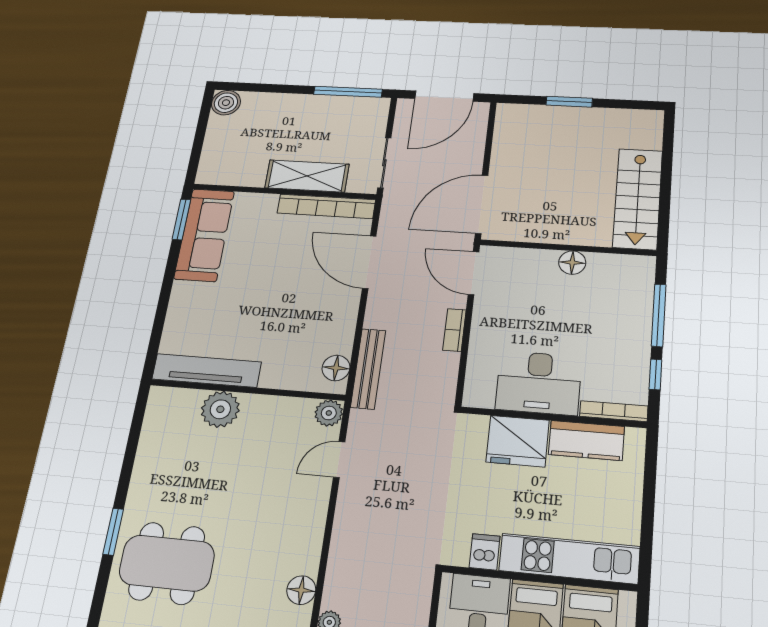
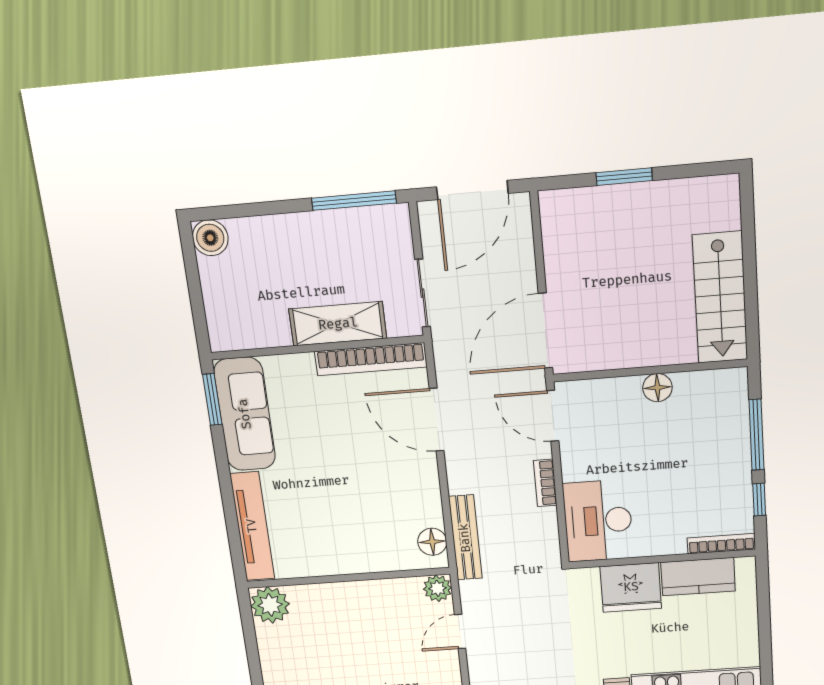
tv unit: (206, 370) -> (252, 526), moved, turned 90
desk: (539, 383) -> (598, 521), moved, turned 90
plant: (220, 409) -> (270, 605), moved

